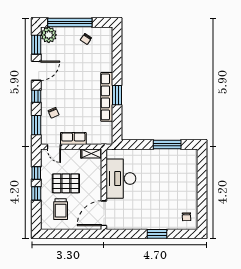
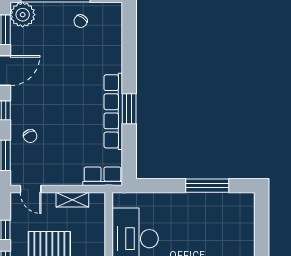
row of seats: (73, 138) -> (103, 176), moved
shelving: (91, 154) -> (72, 200), moved

